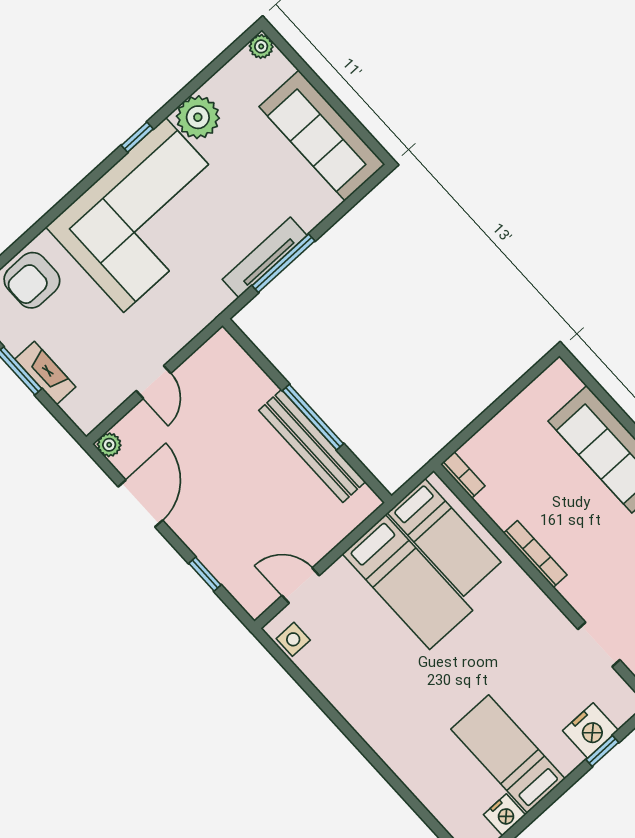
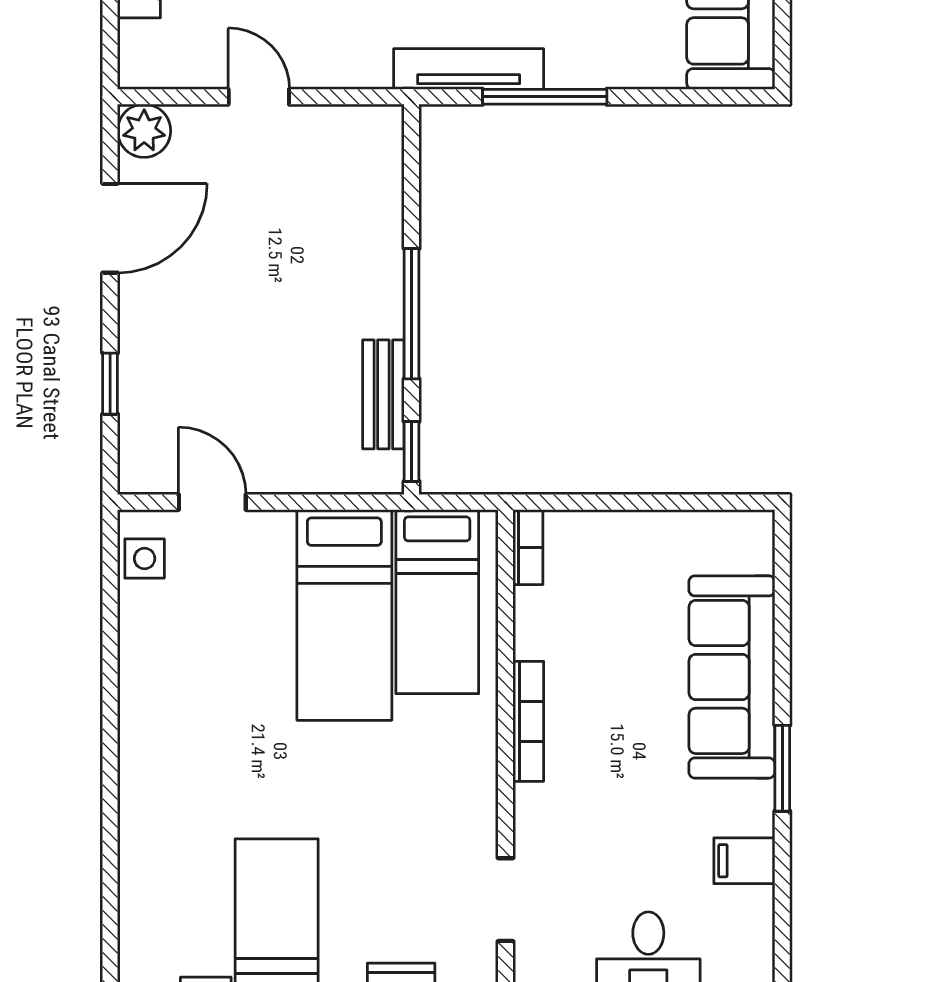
tv unit: (265, 257) -> (469, 69), moved
door: (153, 382) -> (259, 97), swing flipped
plant: (109, 445) -> (144, 131), width x1.38, depth x1.38
bench: (312, 446) -> (383, 394), width x0.54, depth x0.82
window: (370, 480) -> (412, 451), added

